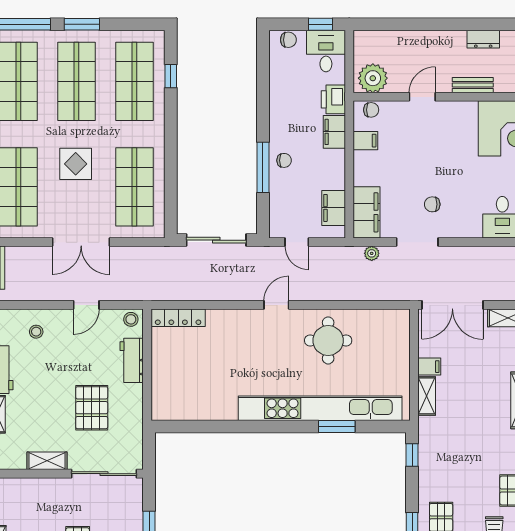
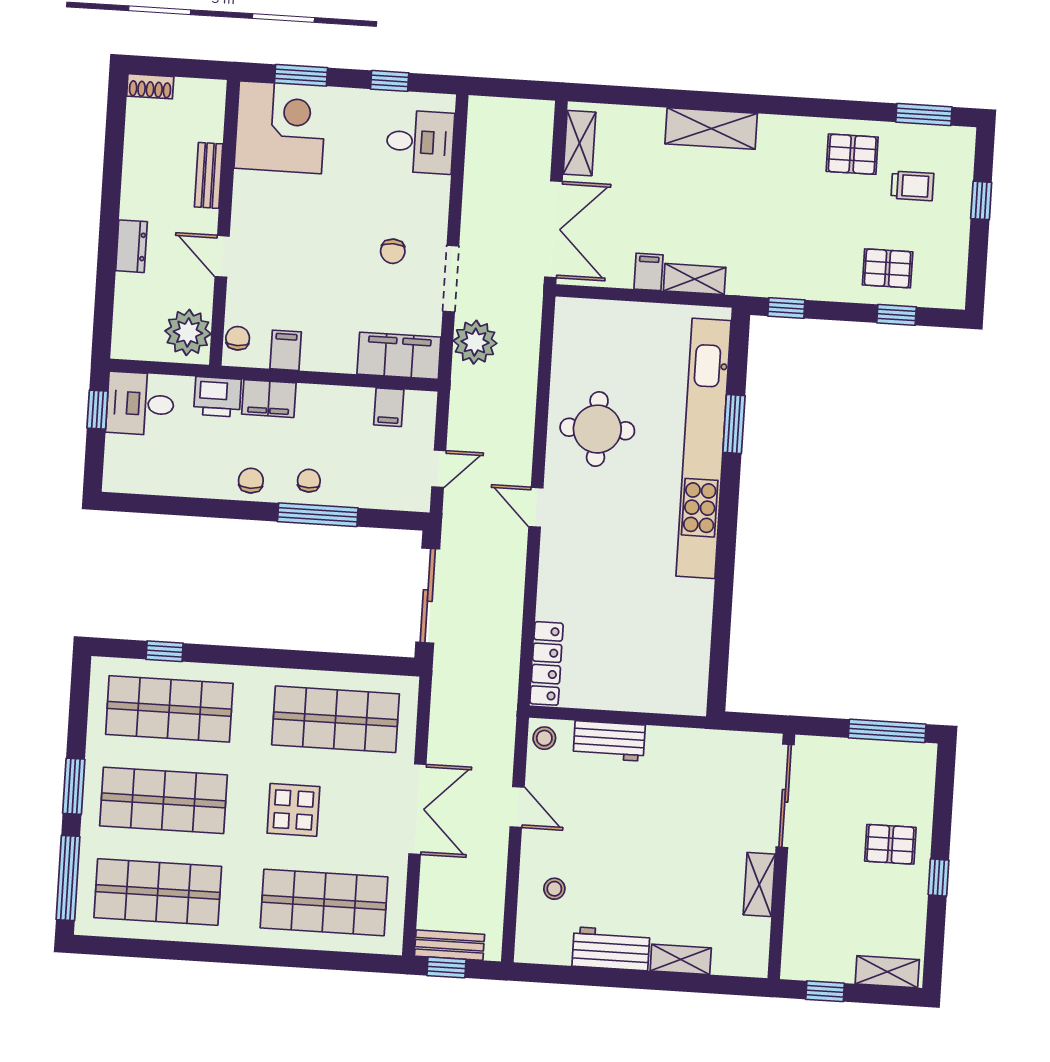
dresser: (483, 39) -> (131, 246), moved
chair: (288, 40) -> (251, 481), moved
filing cabinet: (334, 208) -> (389, 407), width x0.50
plant: (372, 253) -> (475, 342), width x1.87, depth x1.87
pallet: (92, 408) -> (680, 809), removed

